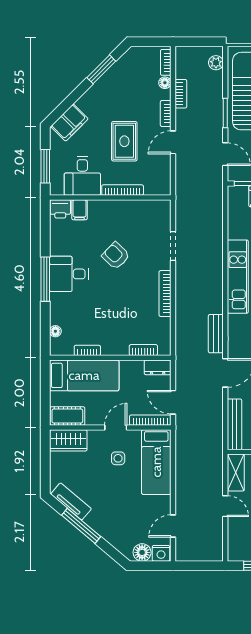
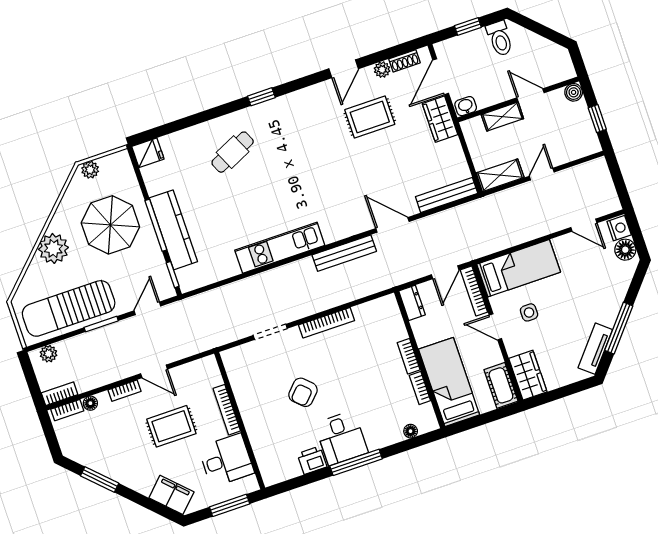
bookcase: (181, 94) -> (60, 394), moved
printer: (60, 209) -> (312, 460), moved, turned -90
filing cabinet: (79, 210) -> (265, 450), removed
bench: (216, 334) -> (344, 253), width x1.36
bookcase: (143, 350) -> (409, 356), moved

